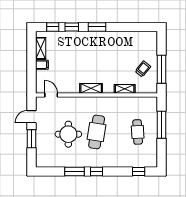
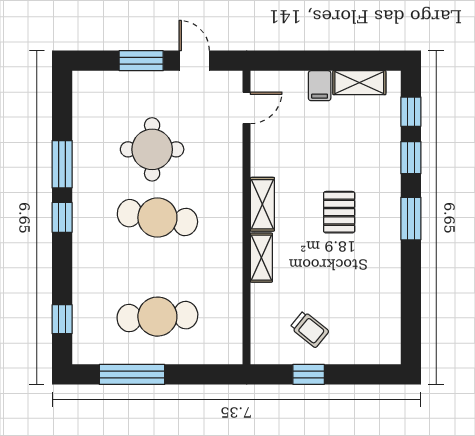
pallet: (94, 57) -> (339, 212), added
window: (162, 69) -> (309, 374), width x0.46
shelving: (125, 89) -> (261, 258), moved
window: (162, 125) -> (132, 374), moved
cafe table: (138, 132) -> (157, 317), width x1.37, depth x1.35

